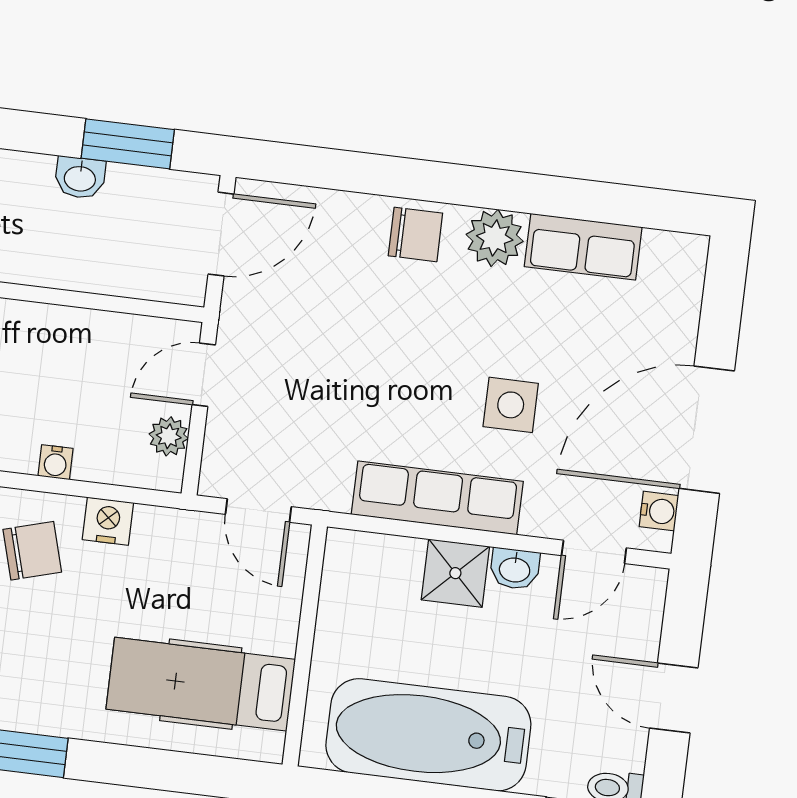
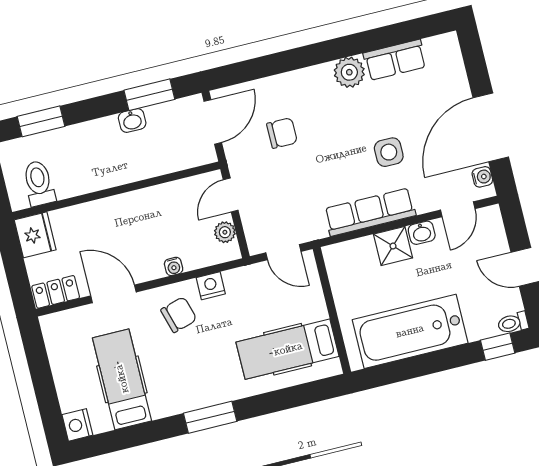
chair: (415, 234) -> (282, 133), moved

